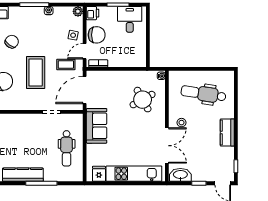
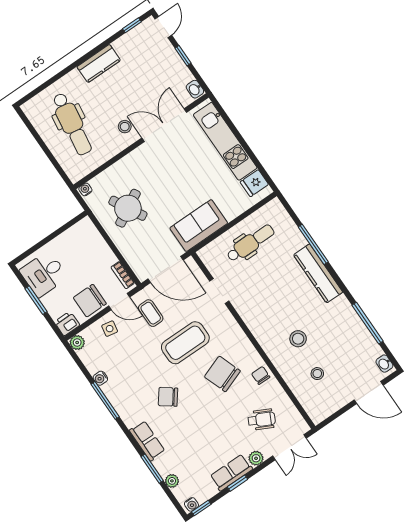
chair: (97, 35) -> (90, 301), turned -90
round table: (143, 100) -> (128, 208), moved
washbasin: (180, 175) -> (195, 89), width x0.52, depth x0.69

